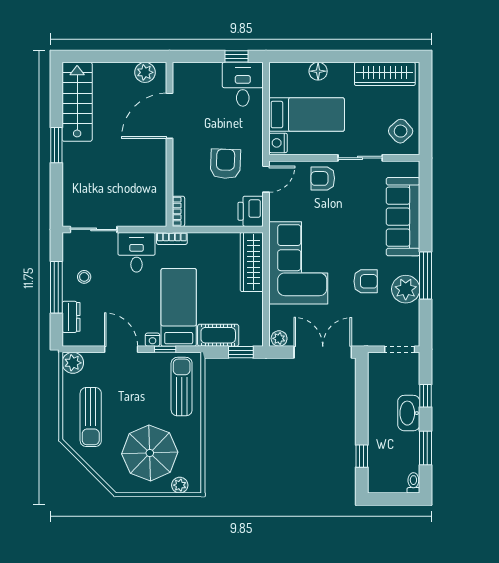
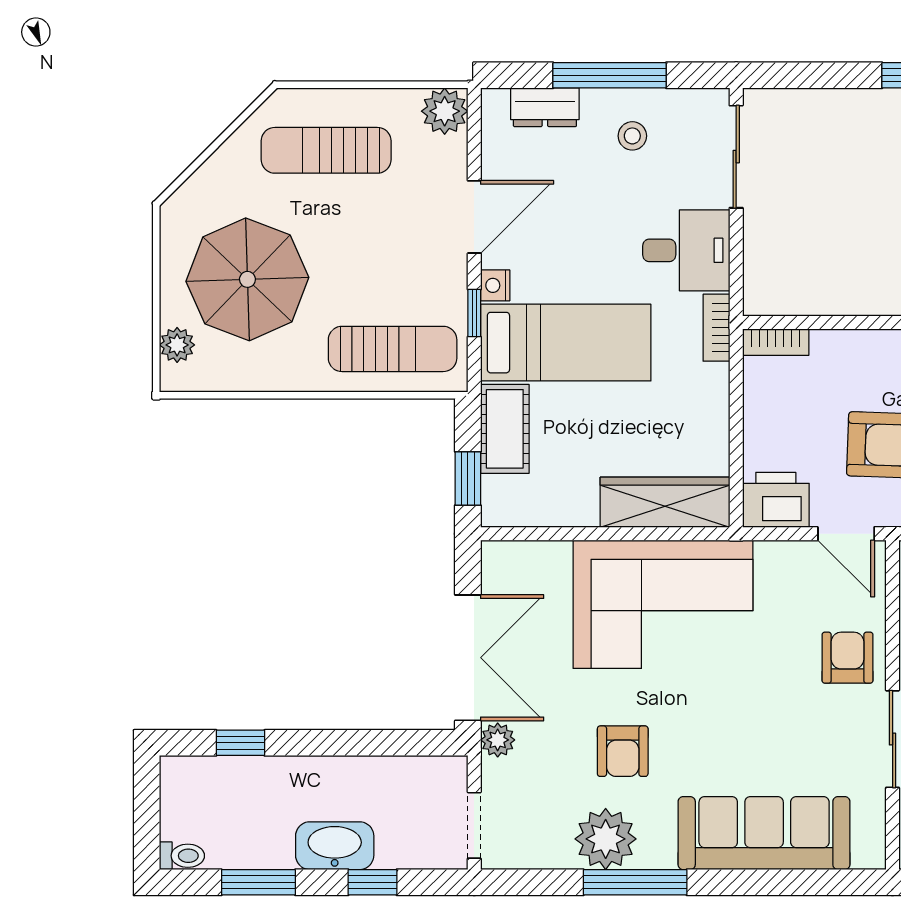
plant: (279, 338) -> (498, 740), moved

